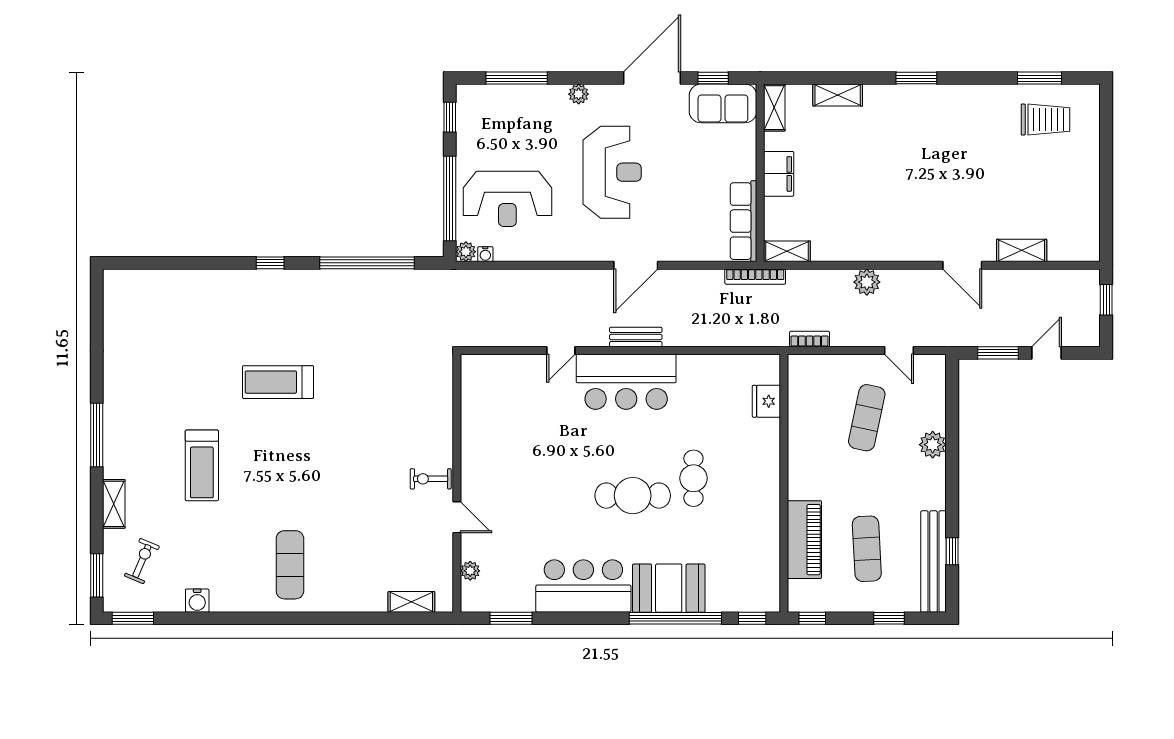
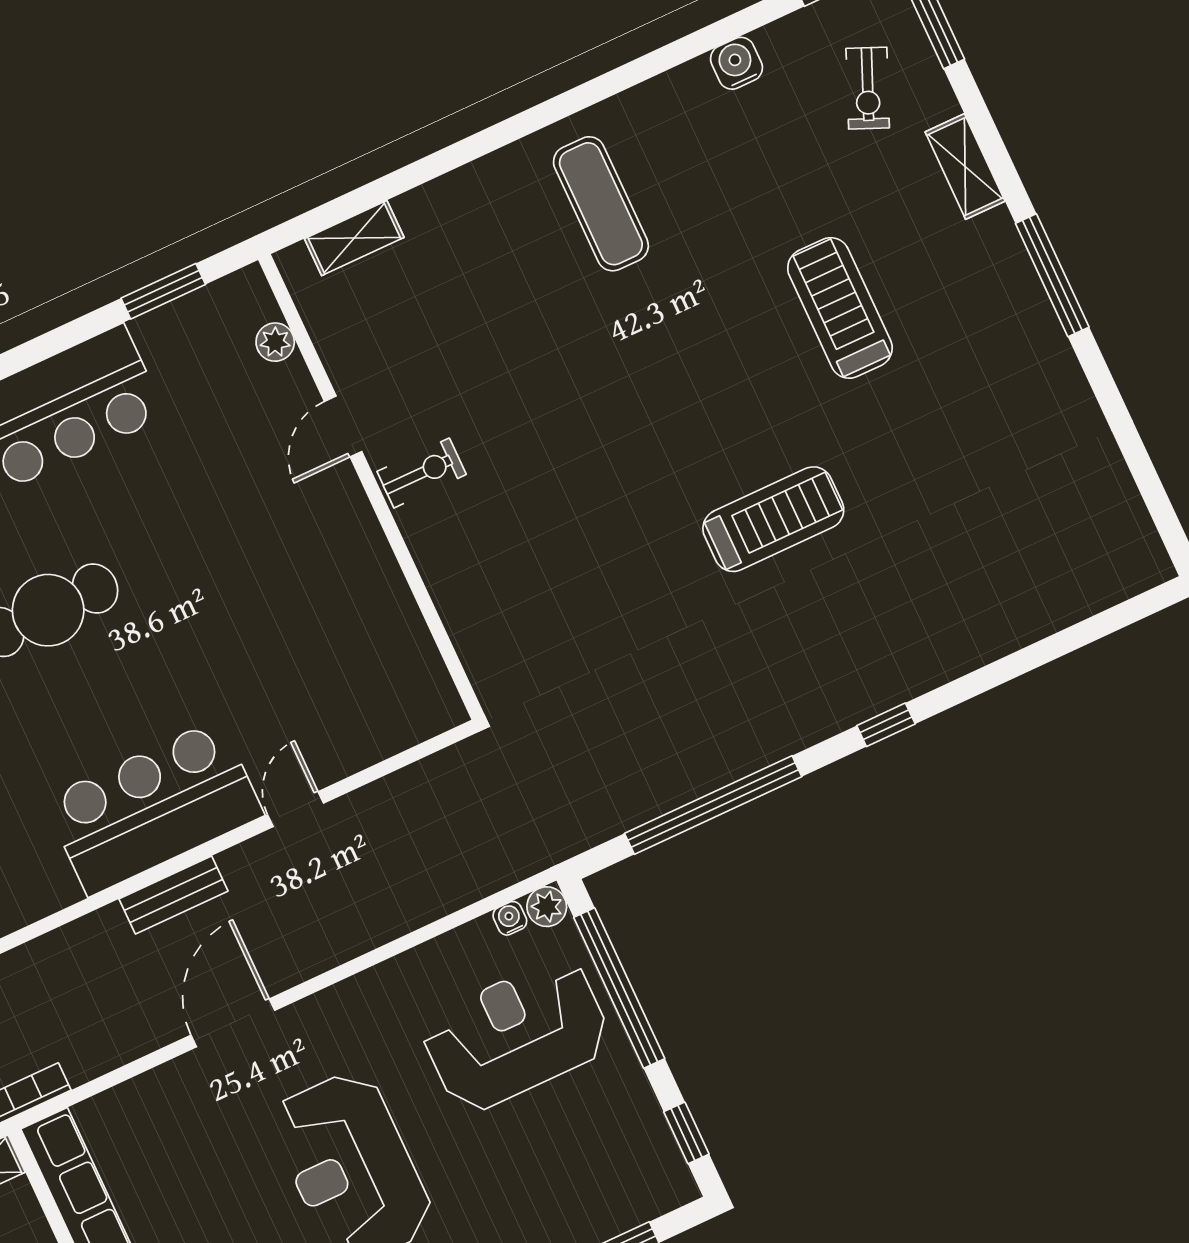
door: (457, 517) -> (343, 426), hinge flipped

